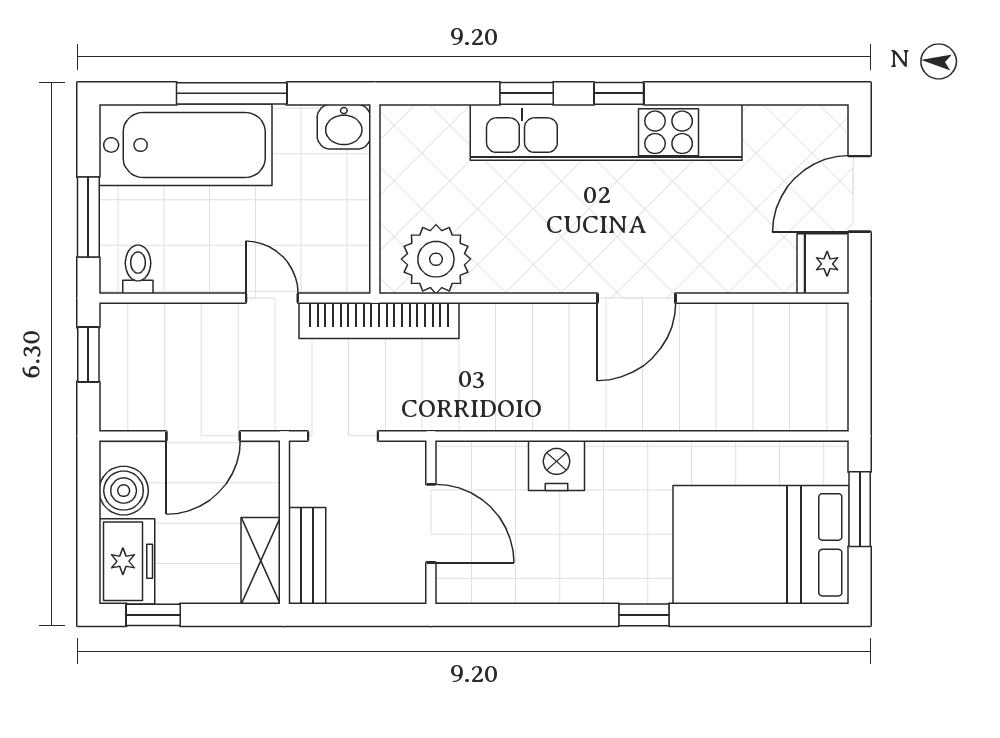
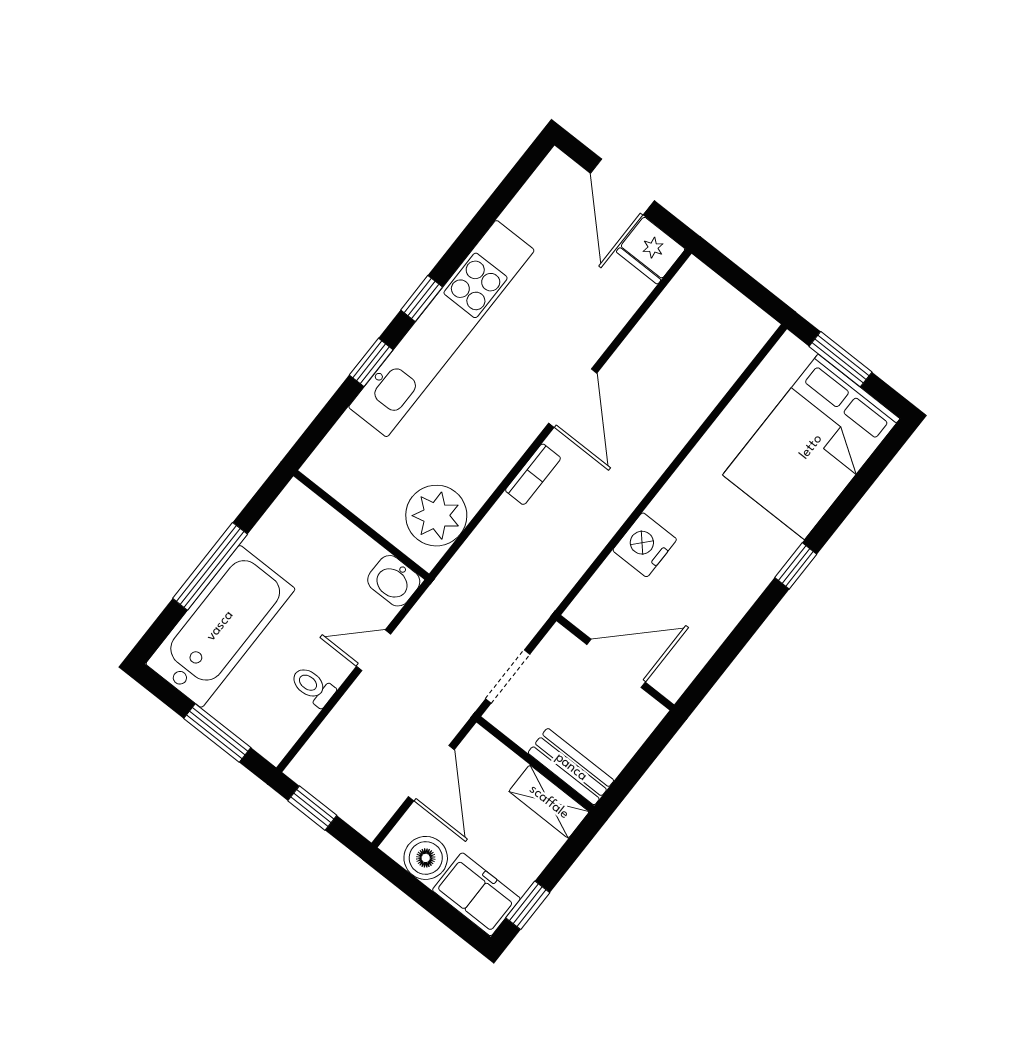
washbasin: (344, 127) -> (394, 581), moved, turned 90
toilet: (138, 269) -> (313, 686), moved
bookcase: (379, 321) -> (533, 474), moved, width x0.43, depth x0.76

